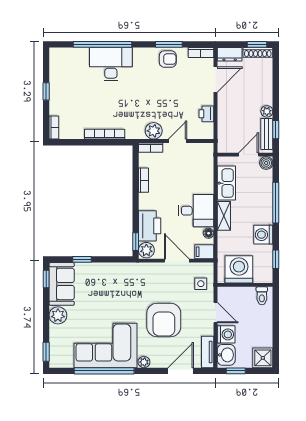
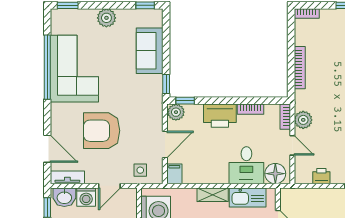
desk: (196, 211) -> (246, 165), moved
printer: (150, 226) -> (220, 116), moved
floor lamp: (209, 233) -> (275, 174), moved, width x1.89, depth x1.89
window: (82, 259) -> (166, 84), moved
sofa: (62, 284) -> (150, 51), moved, turned 90
plant: (144, 362) -> (57, 110), removed

